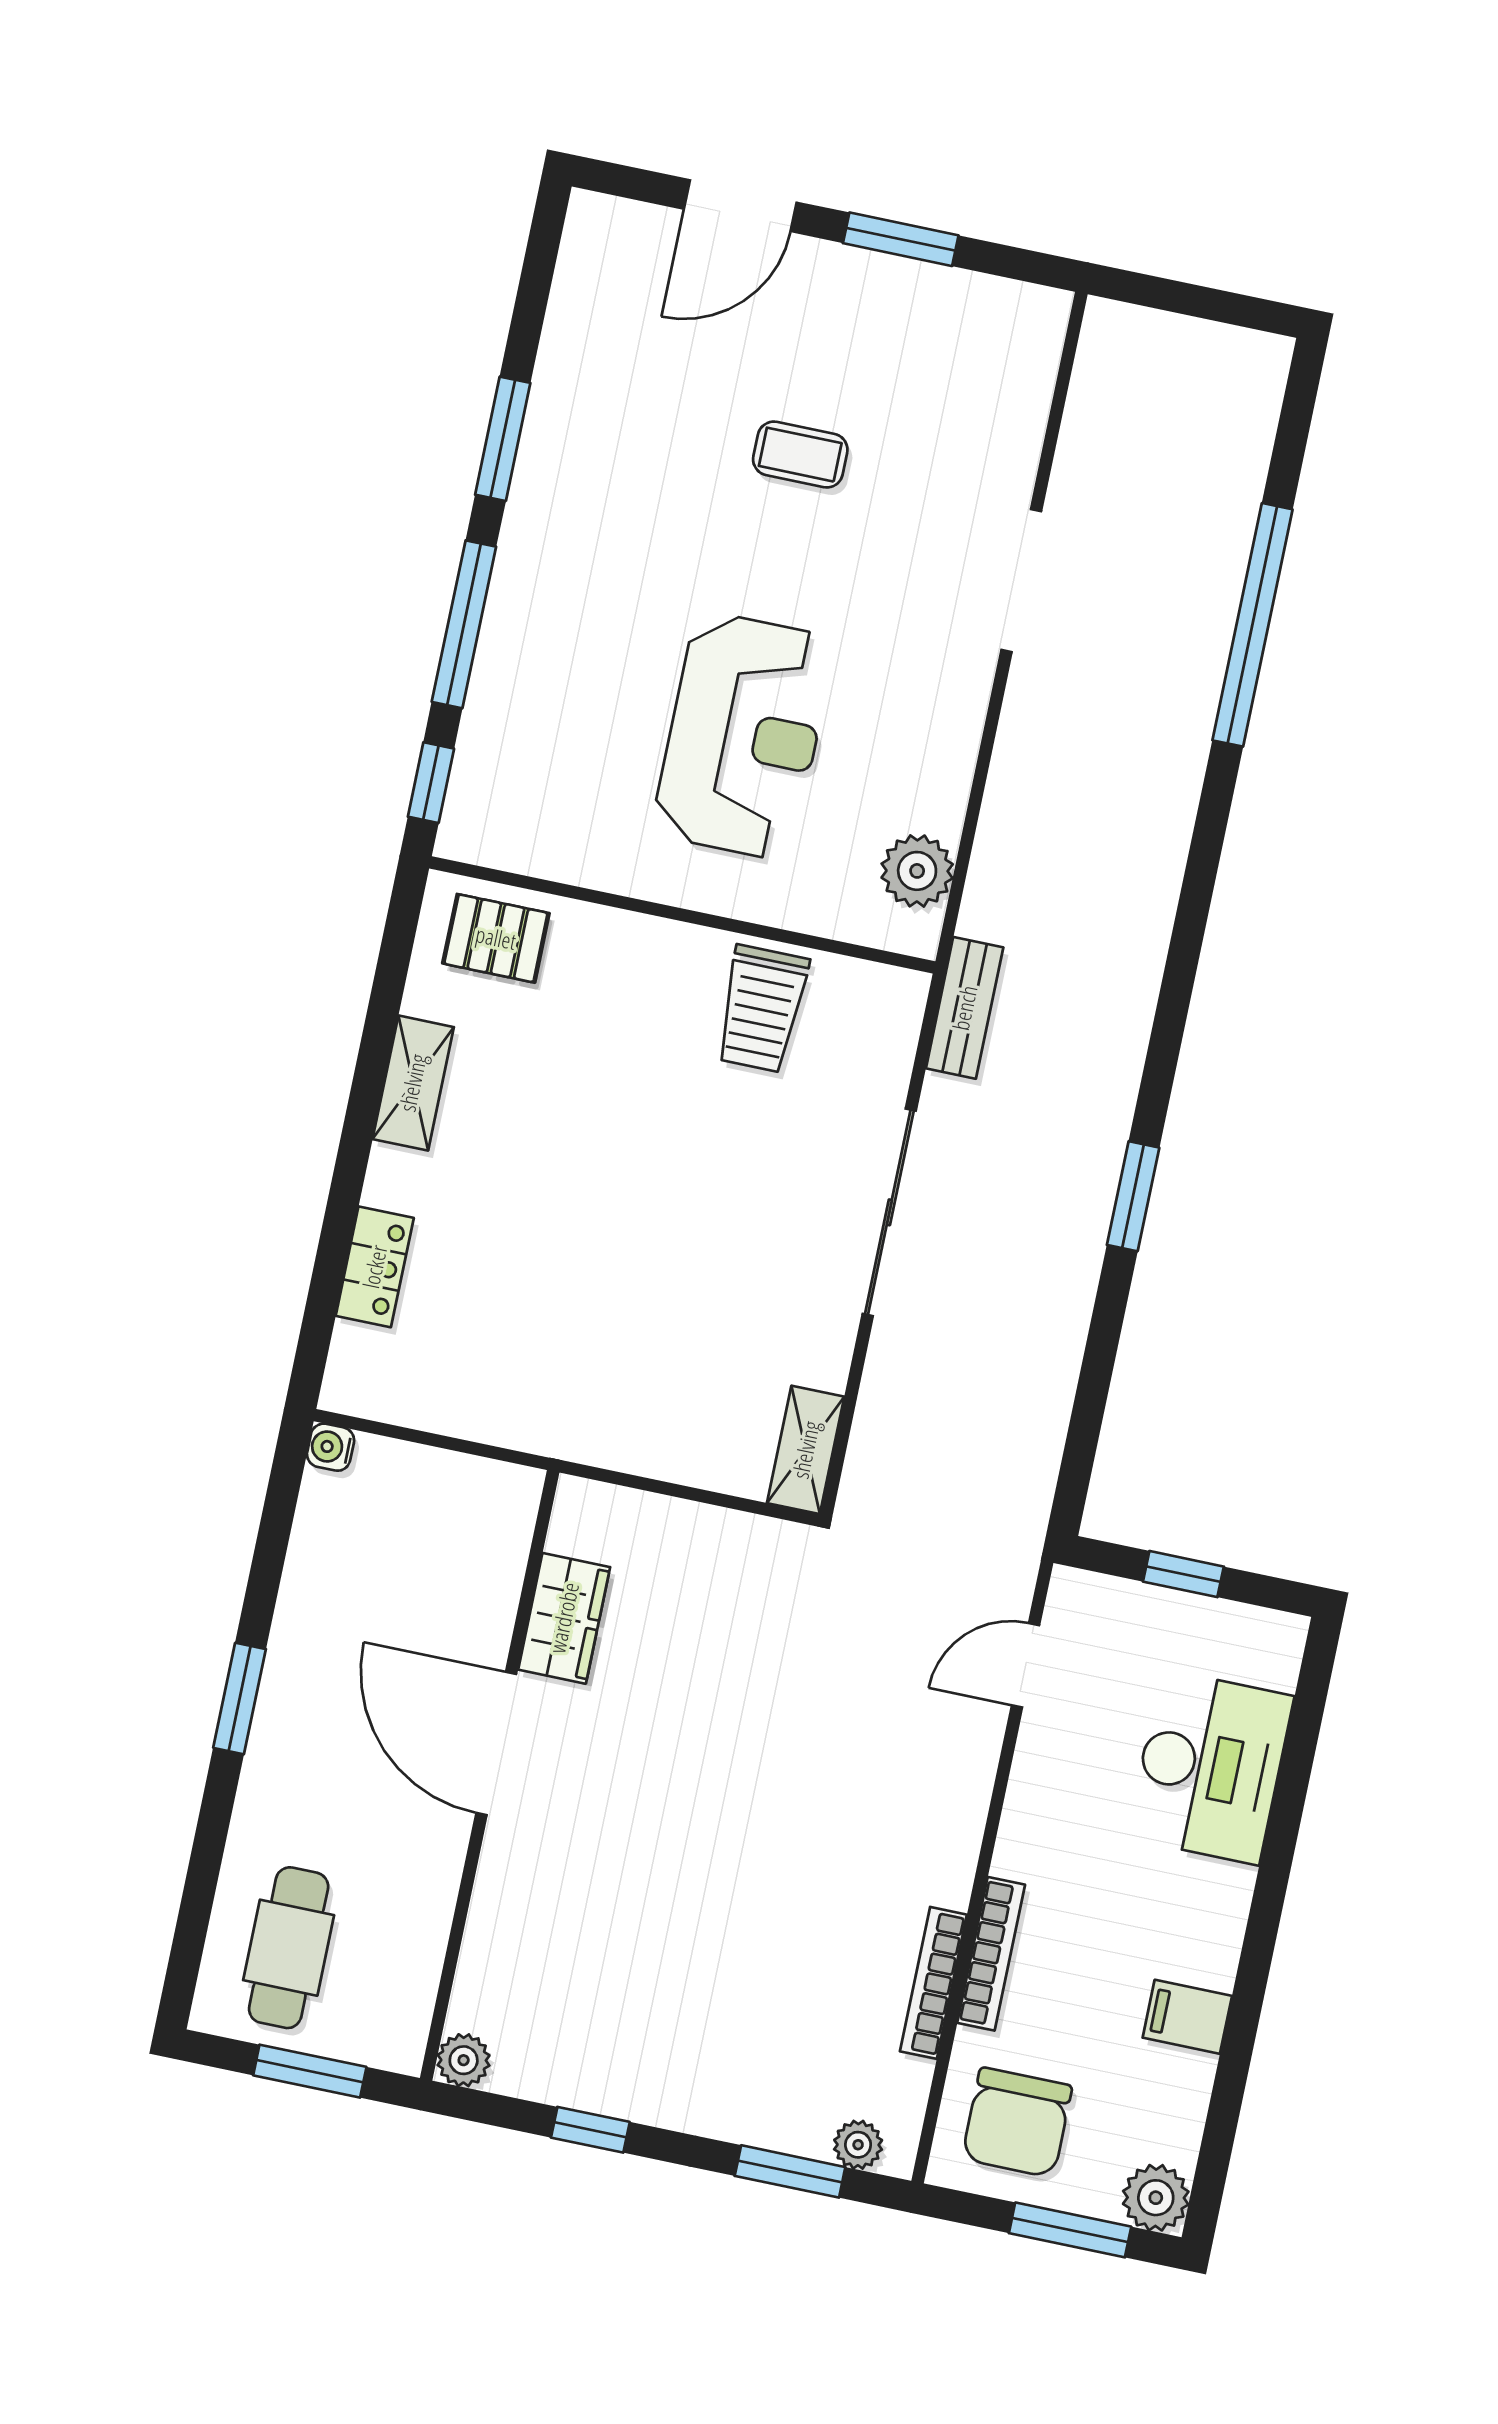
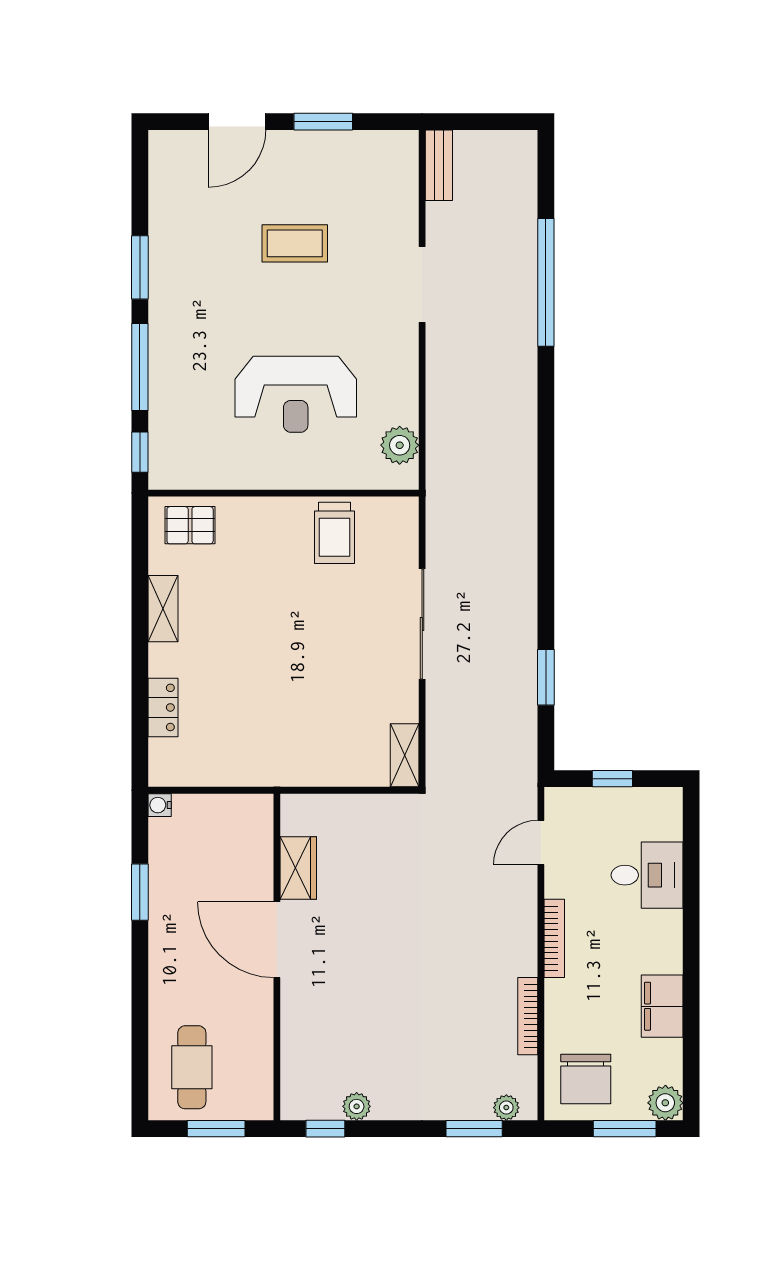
coffee table: (800, 455) -> (295, 243), width x1.36, depth x1.30
reception desk: (743, 736) -> (296, 394), turned 90
bench: (965, 1008) -> (439, 165), moved
window: (1133, 1196) -> (546, 677), moved
window: (240, 1698) -> (140, 892), moved
desk: (1210, 1767) -> (647, 875), width x0.73
bookcase: (991, 1954) -> (554, 938), moved
filing cabinet: (1187, 2017) -> (662, 1006), width x2.00
plant: (464, 2060) -> (357, 1106), moved
window: (590, 2130) -> (325, 1129), moved

